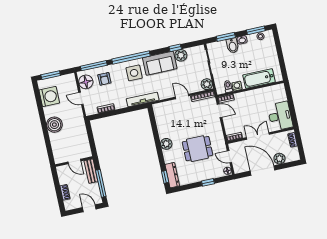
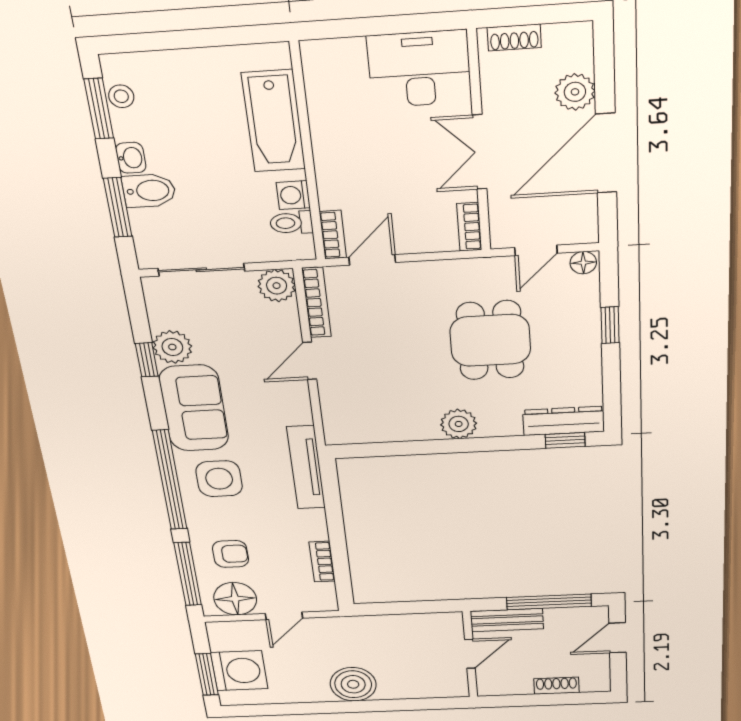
washing machine: (49, 97) -> (239, 671), moved, turned 90

